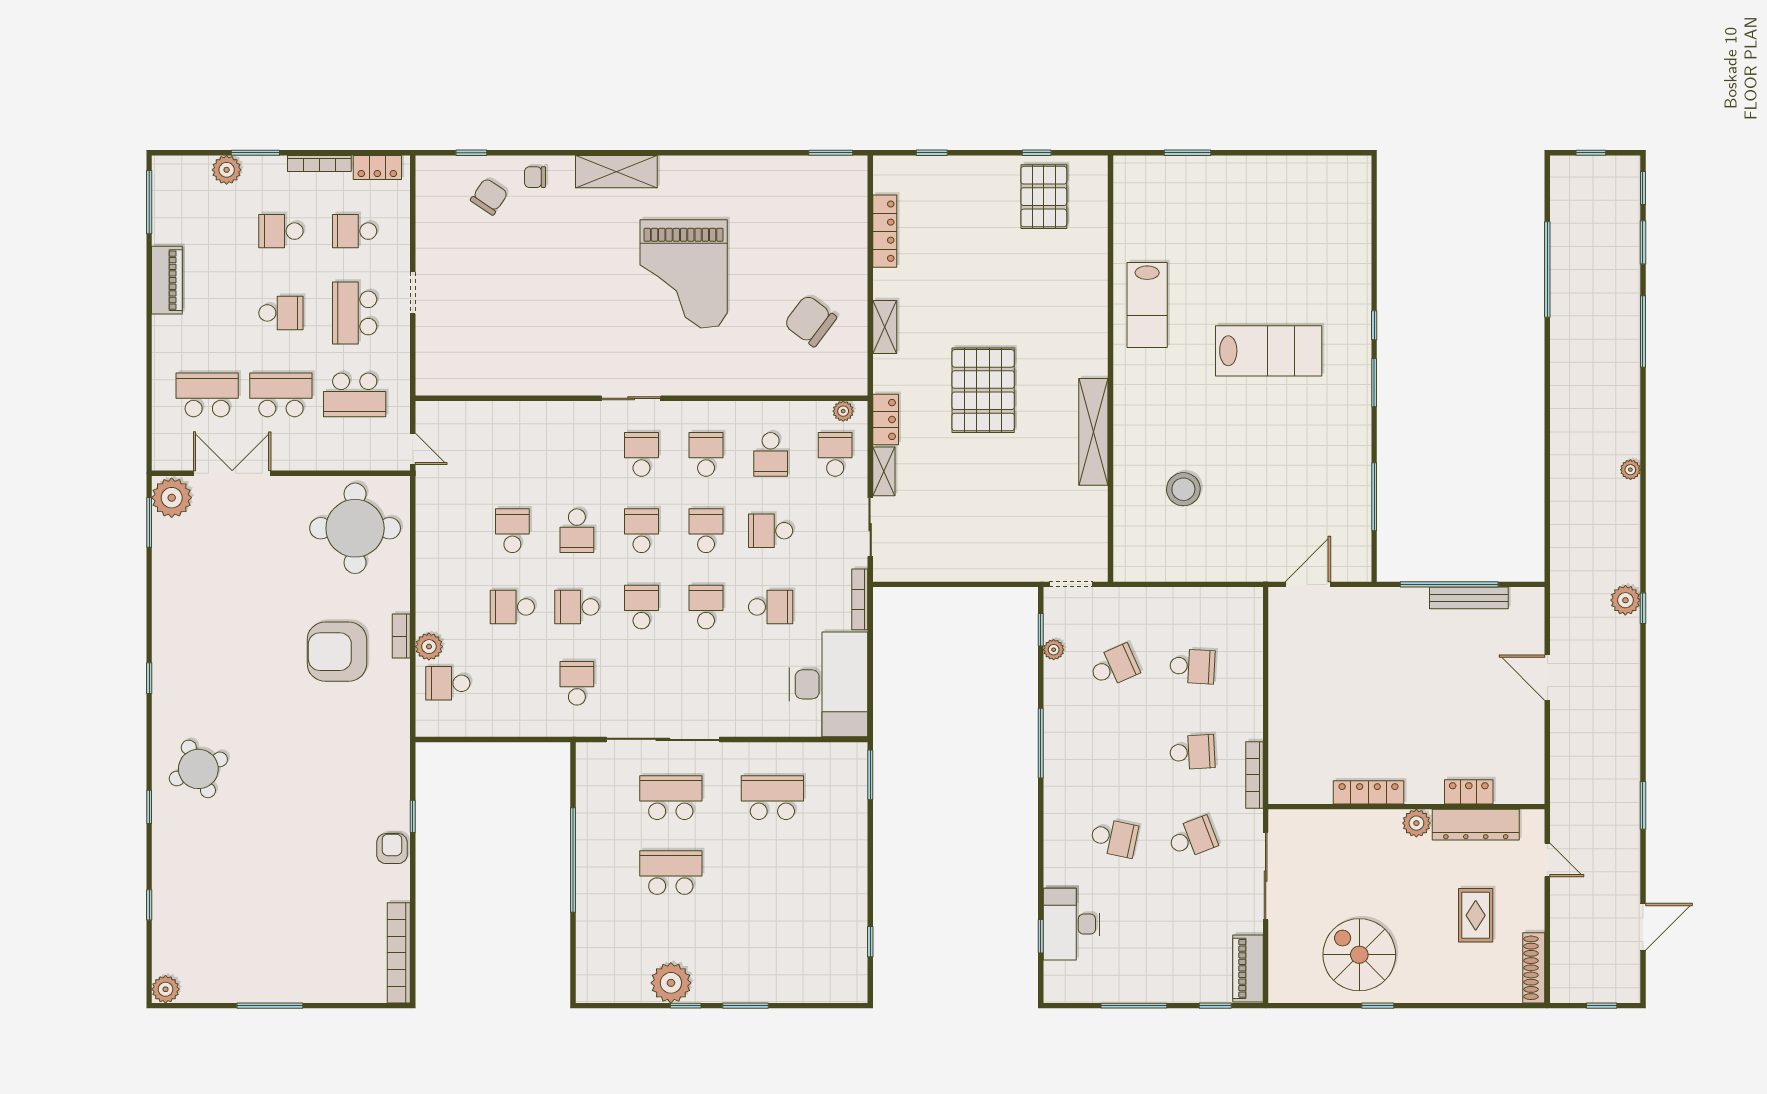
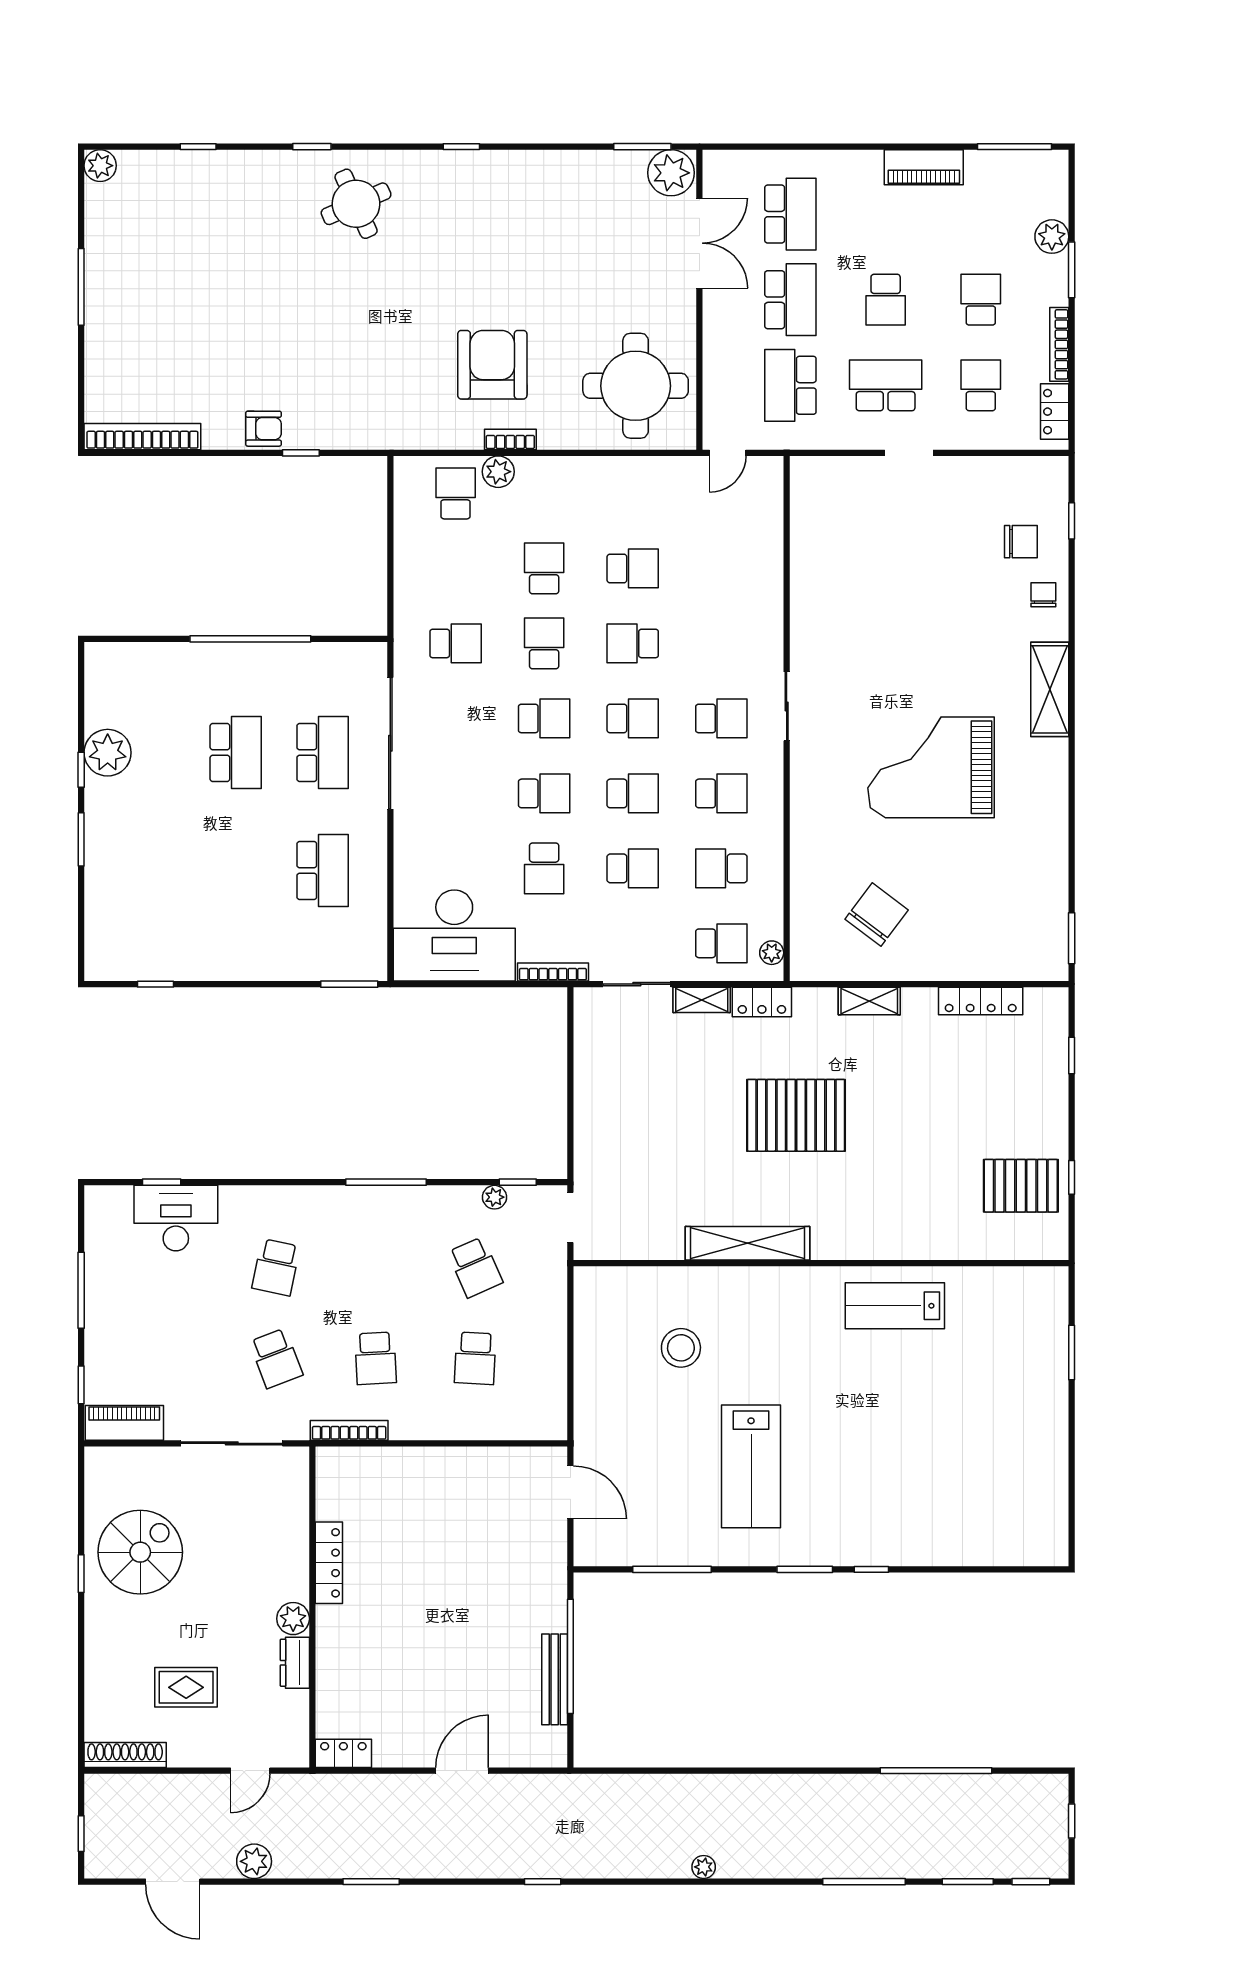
chair: (489, 197) -> (1021, 542), turned -34
lab bench: (1269, 351) -> (751, 1466), moved
school desk: (771, 531) -> (633, 868), turned 90
plant: (1625, 600) -> (254, 1861), moved
locker: (1469, 792) -> (343, 1753), moved, turned -90
window: (1643, 805) -> (371, 1882), moved
dresser: (1476, 825) -> (295, 1663), width x0.51, depth x0.80

